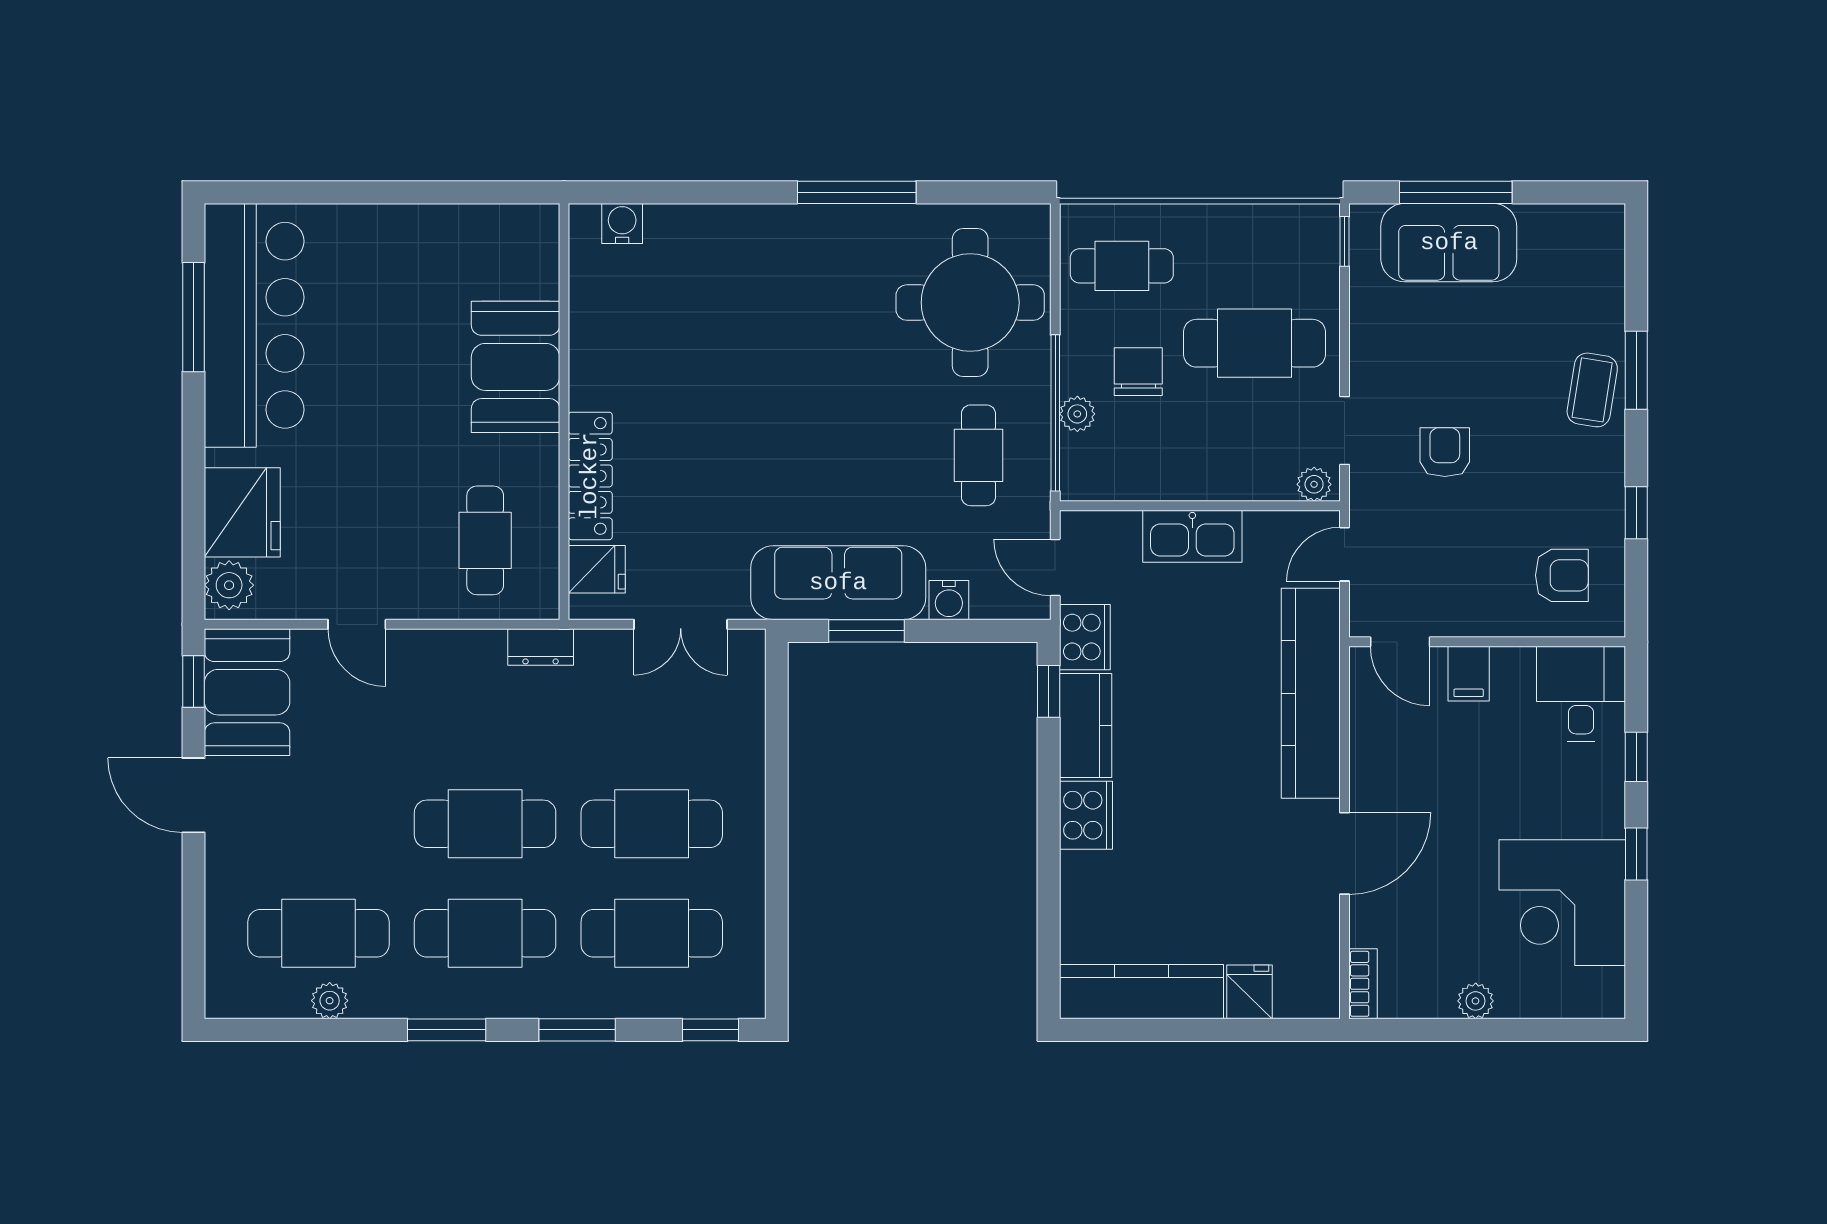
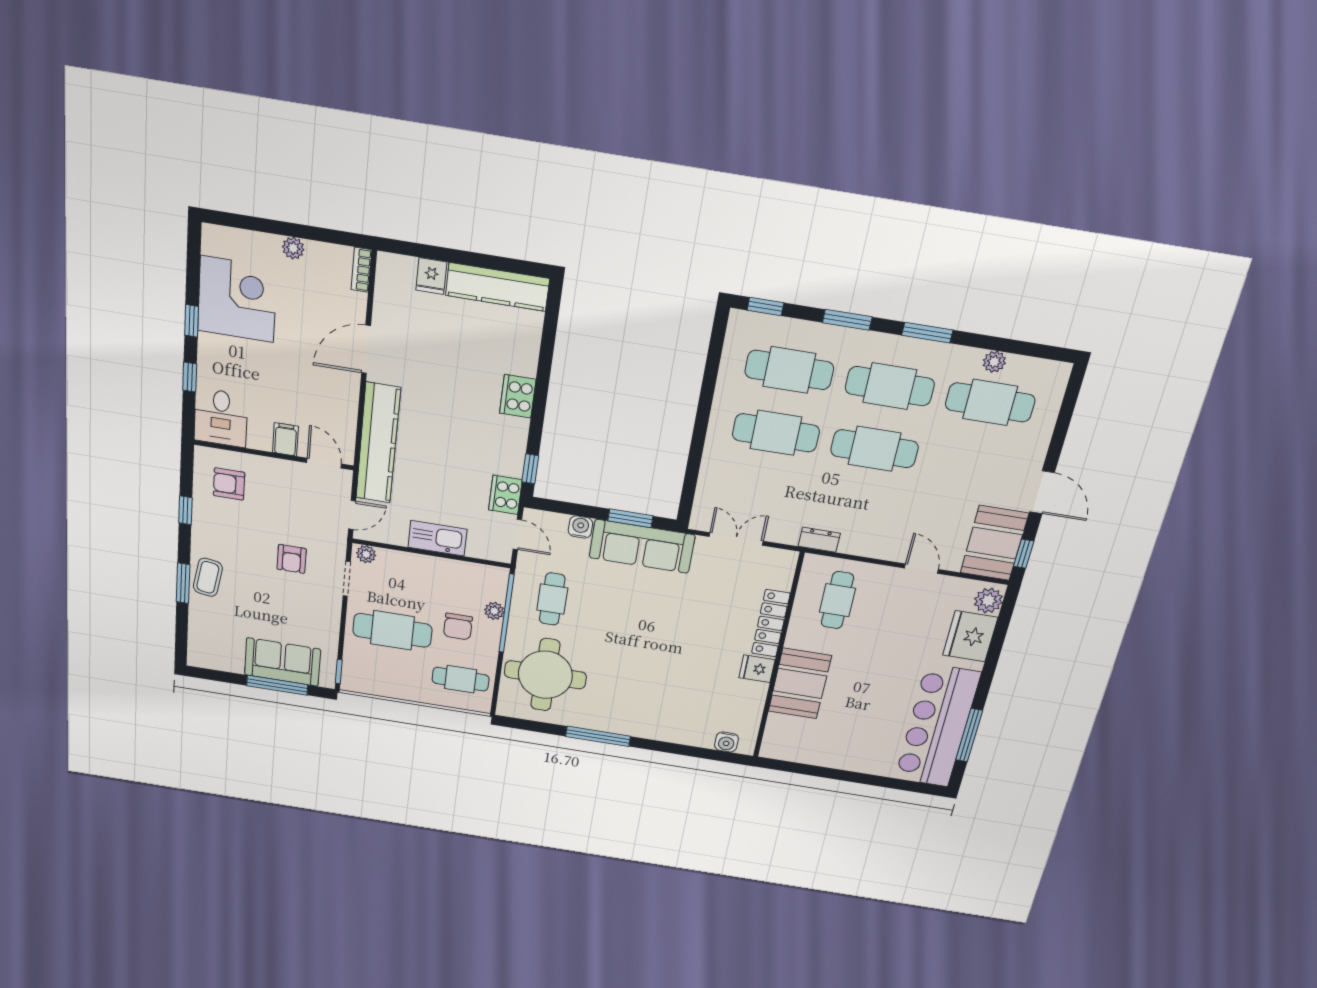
fridge: (597, 569) -> (757, 669), moved
kitchen counter: (1086, 725) -> (511, 447), removed

